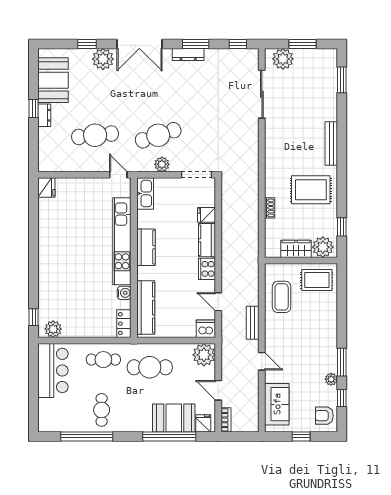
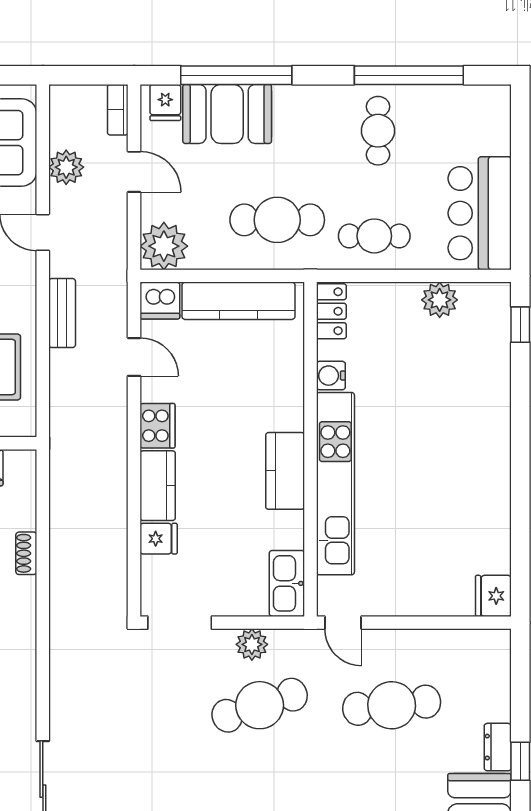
kitchen counter: (146, 308) -> (238, 301), moved, turned -90
plant: (53, 329) -> (440, 300), moved
plant: (251, 392) -> (66, 167), added

